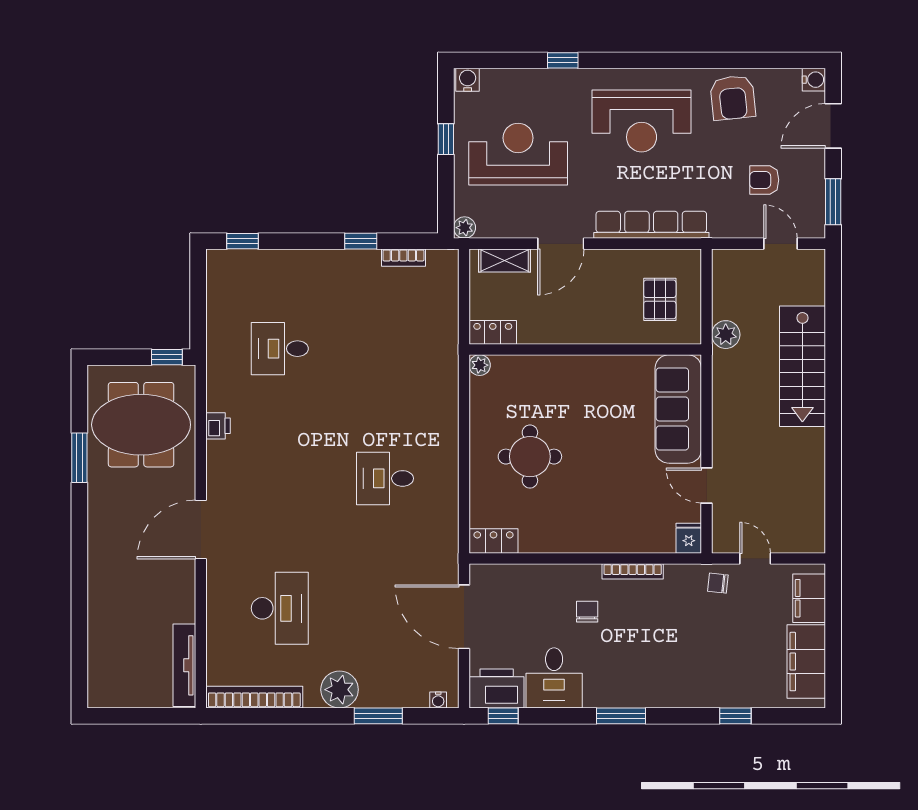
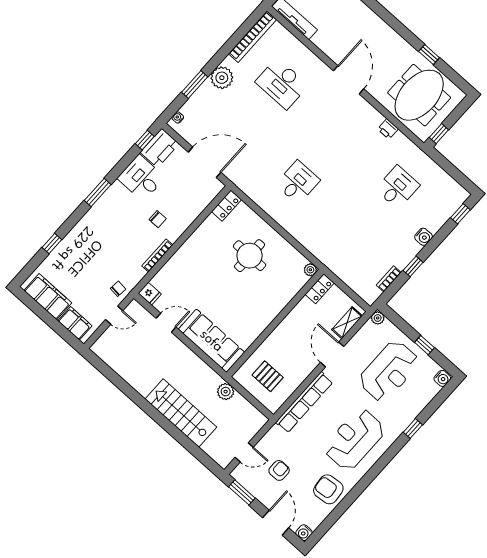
water cooler: (312, 261) -> (423, 237), added
window: (79, 458) -> (429, 55), width x0.67

